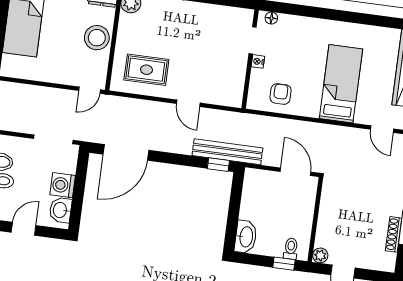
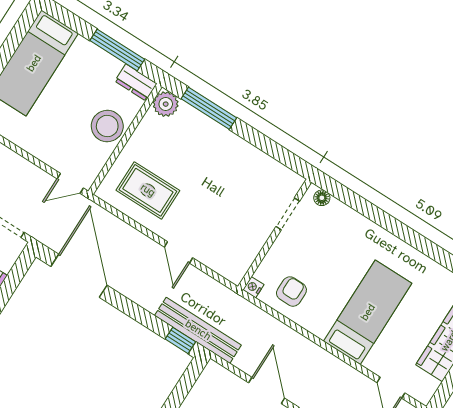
nightstand: (258, 61) -> (253, 287), moved
door: (126, 152) -> (79, 276), swing flipped

